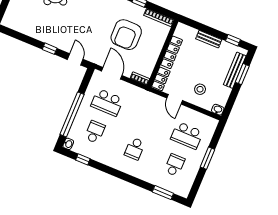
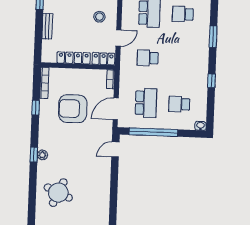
armchair: (126, 35) -> (73, 109), turned 180
window: (50, 49) -> (114, 178), removed
window: (72, 114) -> (153, 132), moved
school desk: (135, 149) -> (148, 58), moved, turned 180
window: (83, 159) -> (211, 81), moved
window: (163, 193) -> (213, 37), moved

